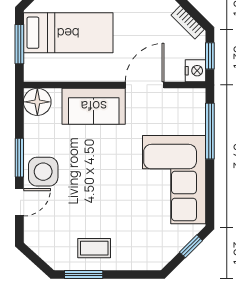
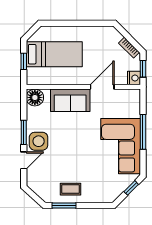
window: (19, 44) -> (24, 61), width x0.67
window: (210, 131) -> (143, 132), moved

